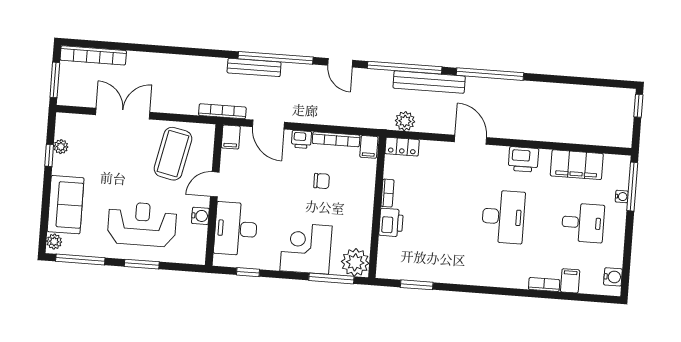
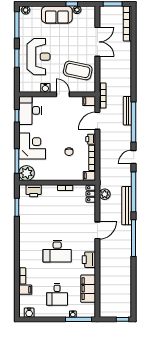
sofa: (66, 205) -> (57, 15), moved
printer: (391, 223) -> (34, 191), moved
desk: (236, 229) -> (30, 110), moved, turned -90

